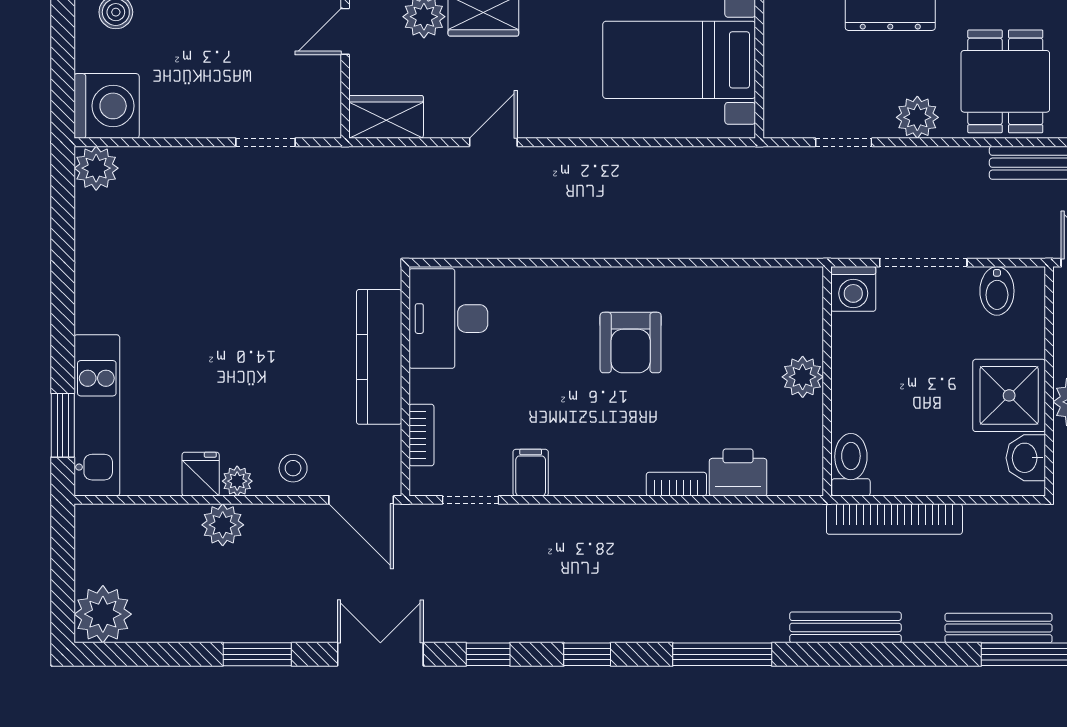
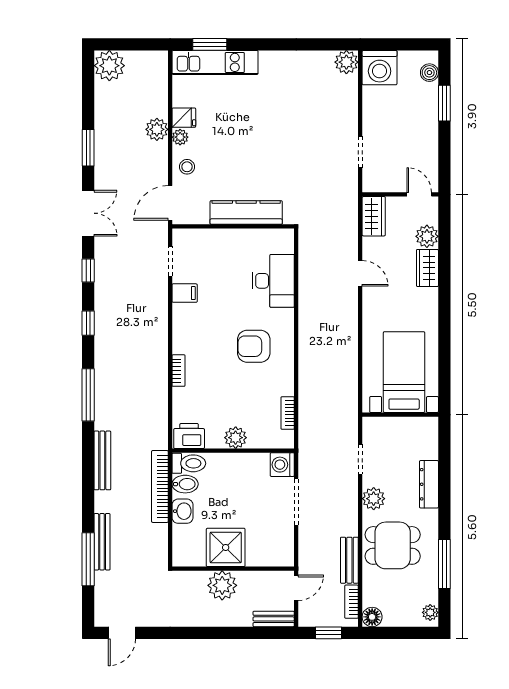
bidet: (997, 291) -> (185, 484), moved, turned 180
desk: (448, 319) -> (273, 281), moved, turned 90
bookcase: (421, 435) -> (288, 413), moved, turned 90
washbasin: (1026, 458) -> (183, 511), moved, turned 90
printer: (738, 472) -> (189, 436), moved, turned -90

